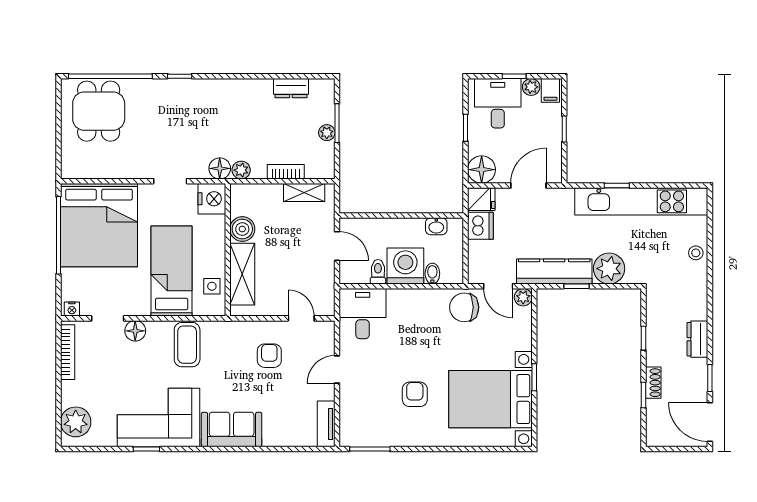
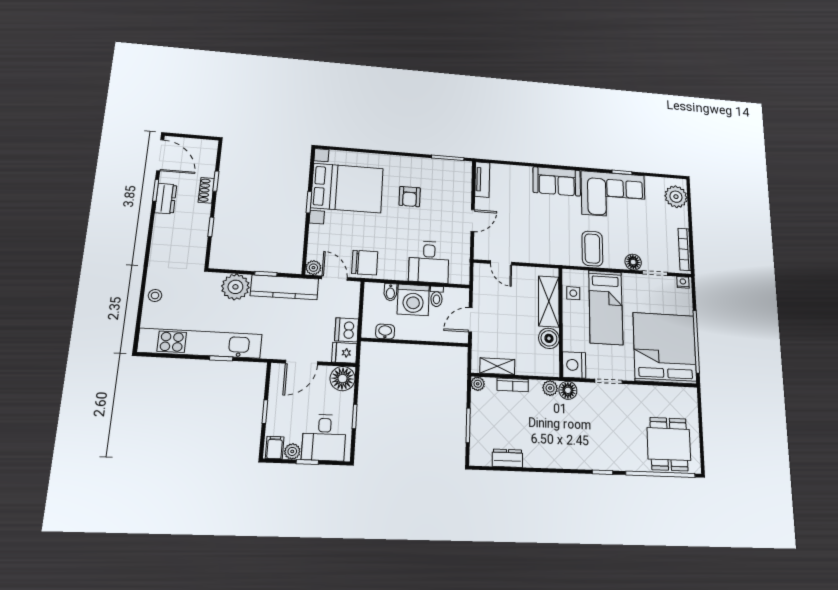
plant: (327, 133) -> (478, 384), moved
door: (337, 246) -> (470, 320), hinge flipped
desk: (363, 314) -> (429, 262), moved
dresser: (697, 339) -> (166, 199), moved
armchair: (269, 356) -> (527, 235), removed

